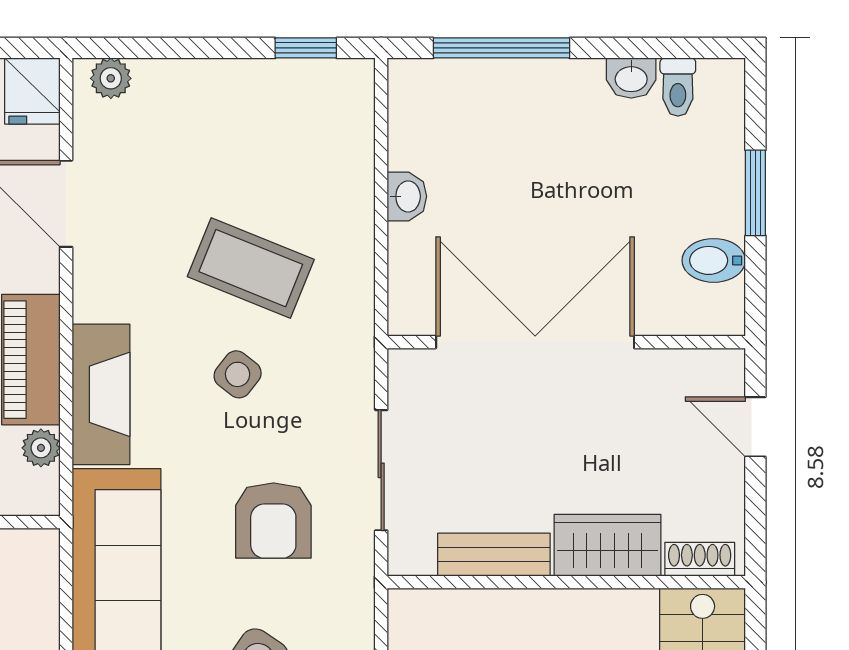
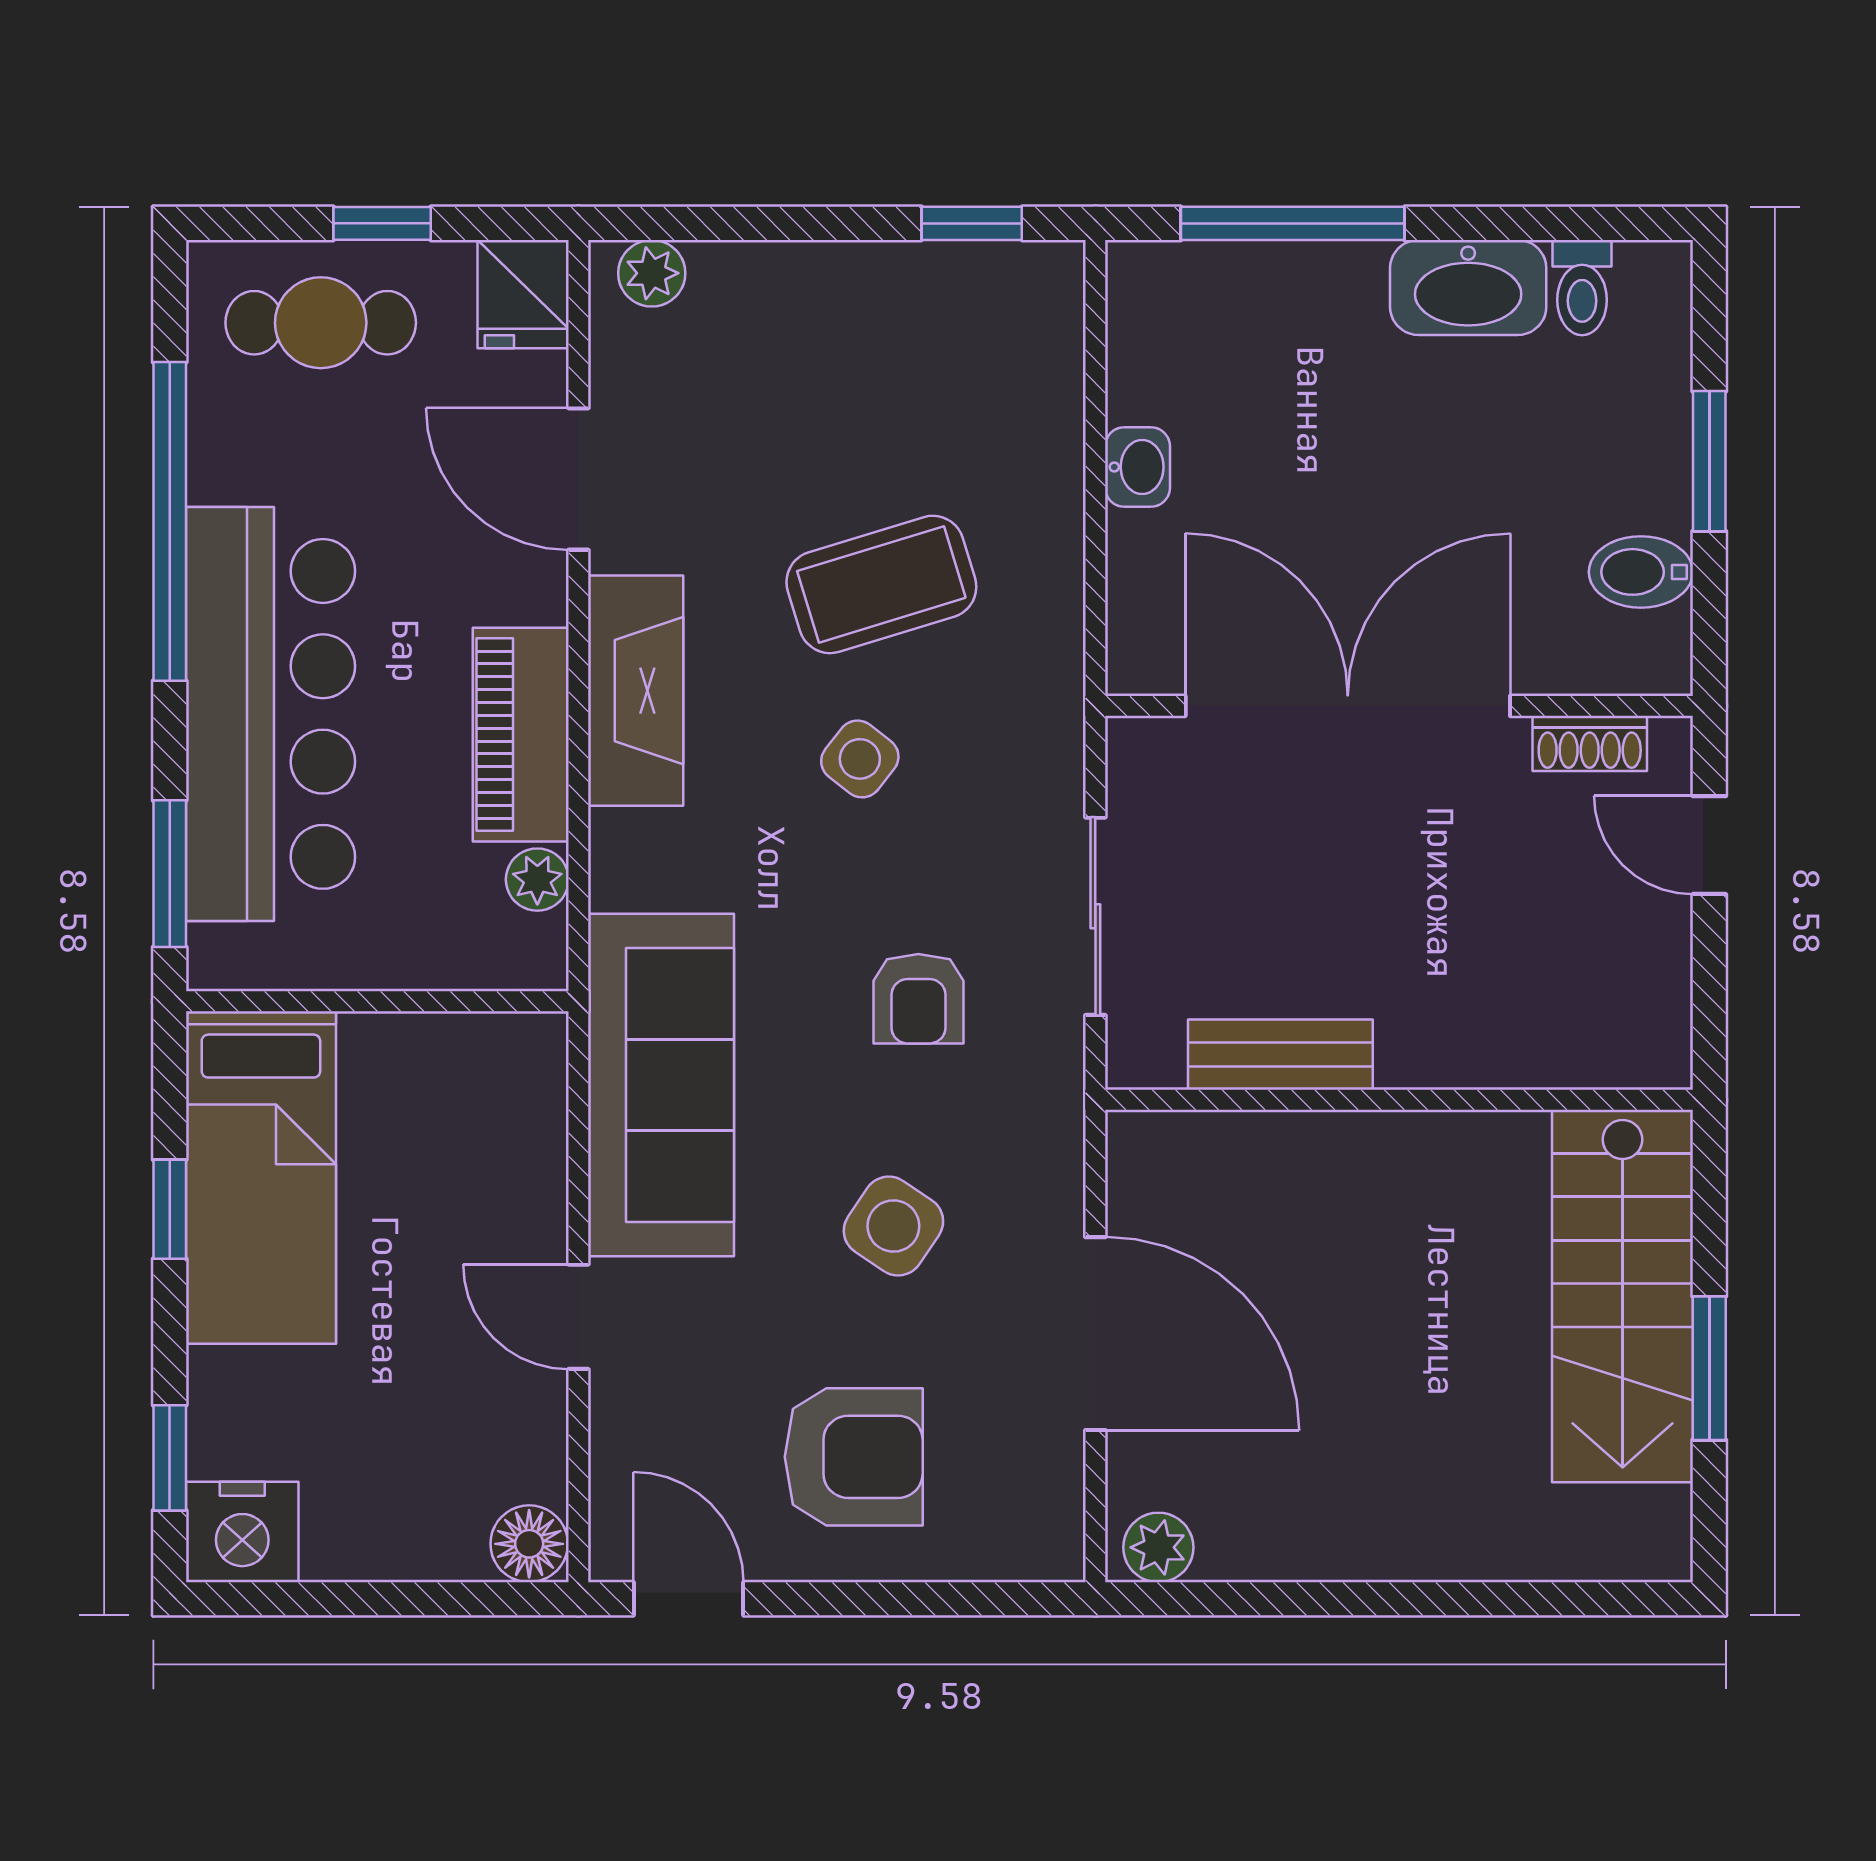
washbasin: (631, 78) -> (1468, 287), width x1.91, depth x1.45
coffee table: (251, 268) -> (881, 584), turned -39
fireplace: (101, 394) -> (636, 691), moved
armchair: (273, 521) -> (918, 999), width x0.72, depth x0.72
wardrobe: (608, 545) -> (1467, 1039), removed
shoe rack: (700, 559) -> (1590, 743), moved, turned 180

